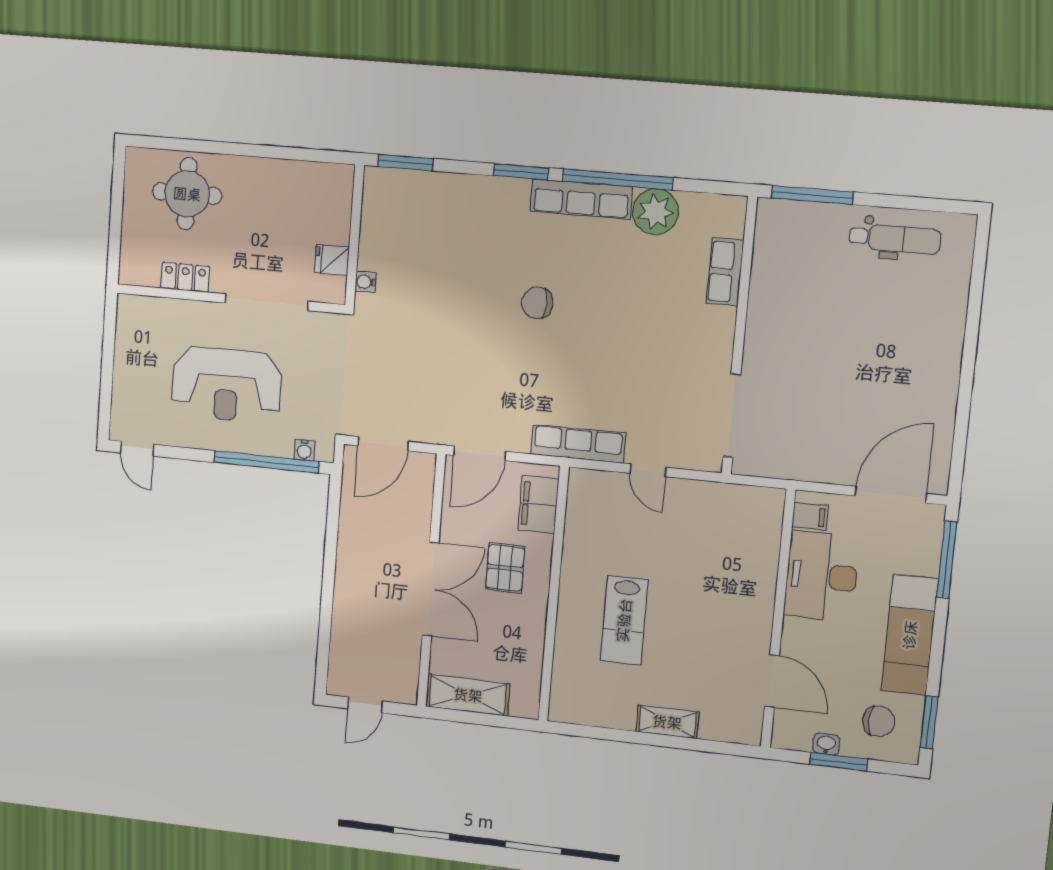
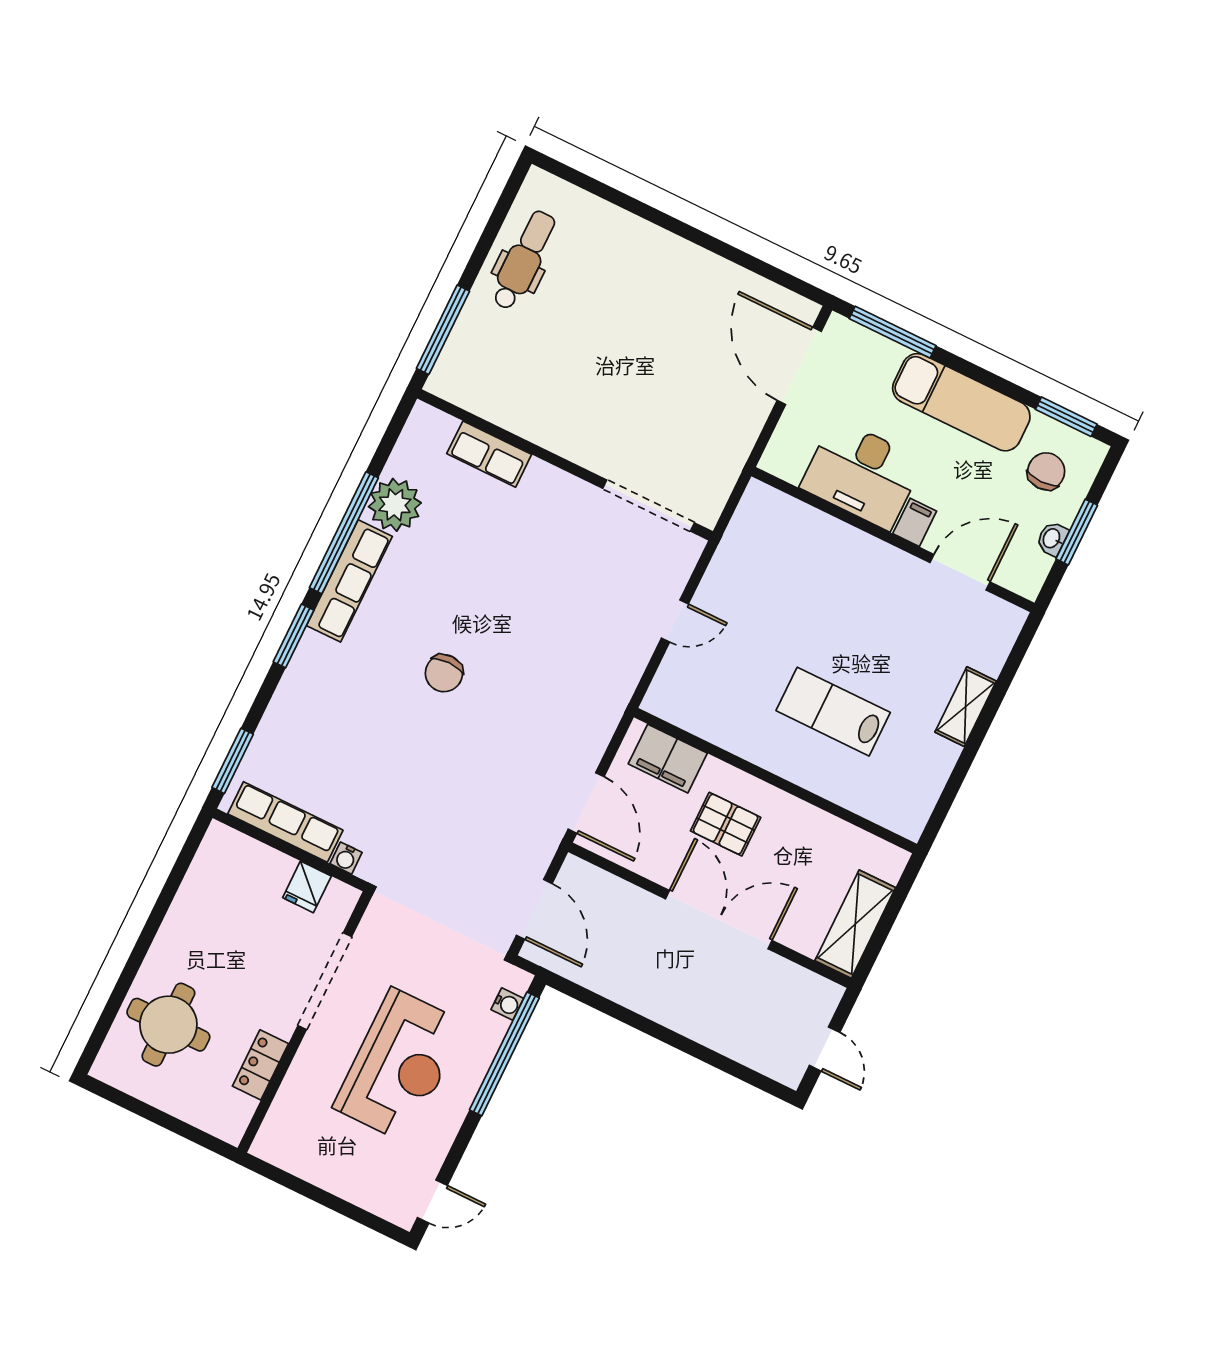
row of seats: (578, 444) -> (285, 822), moved, turned 90
filing cabinet: (810, 516) -> (915, 522), moved
lab bench: (624, 620) -> (833, 712), turned 180

